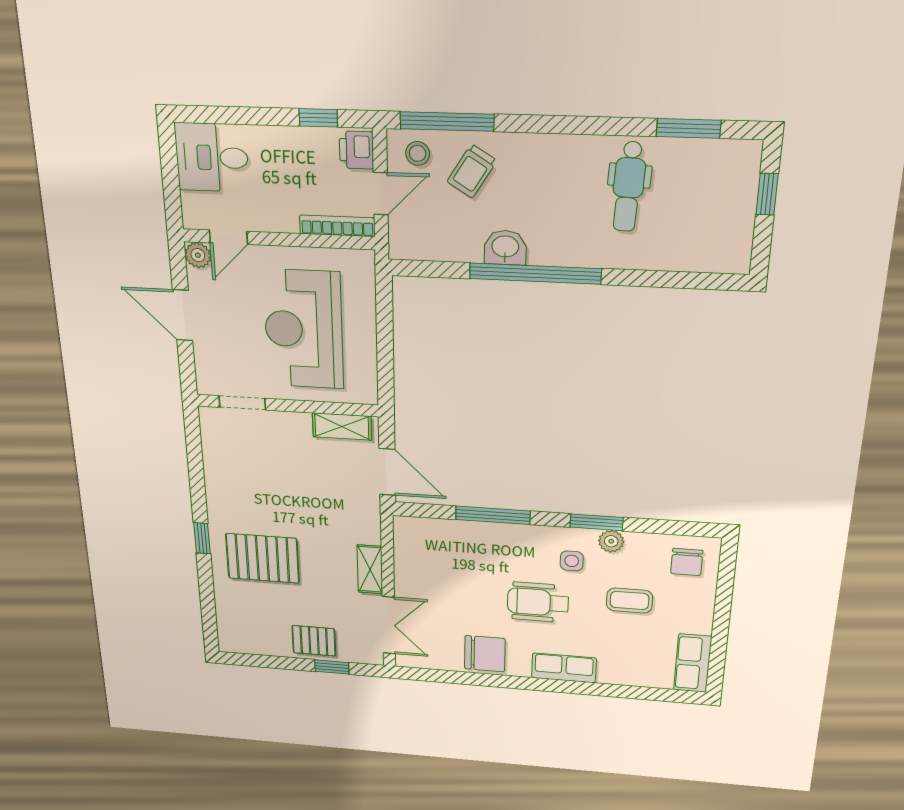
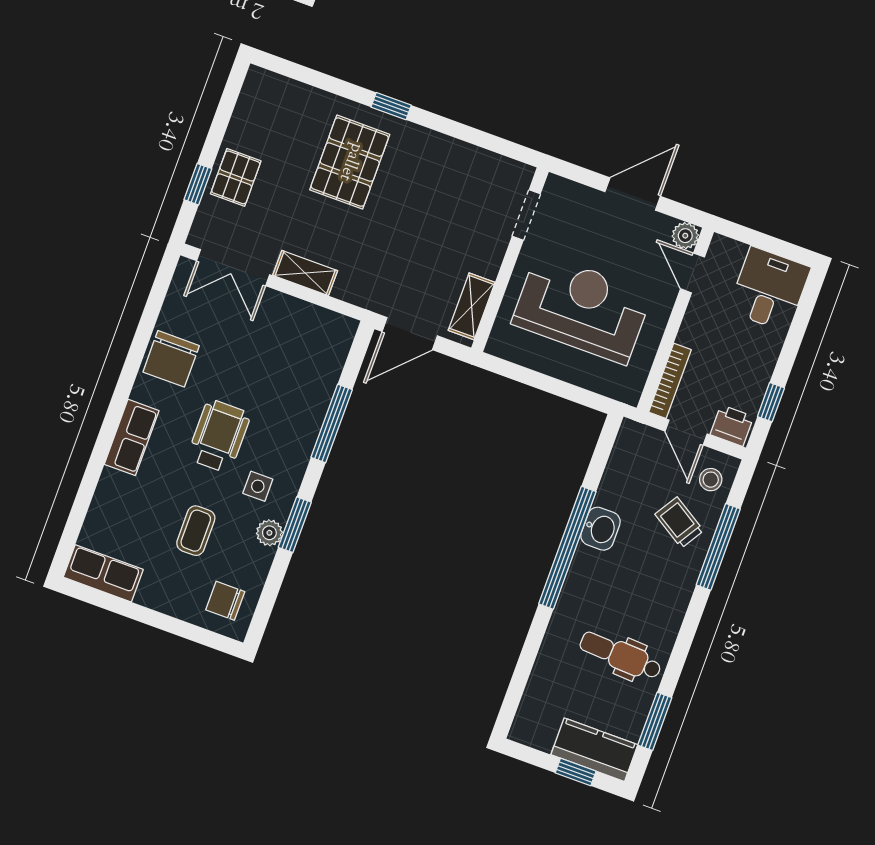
window: (447, 121) -> (718, 547), moved
kitchen counter: (737, 182) -> (594, 750), added

